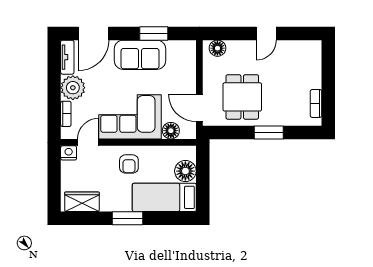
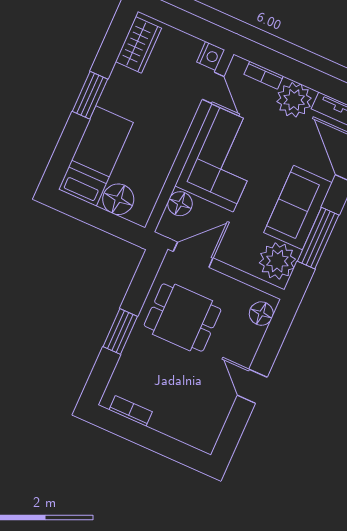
window: (154, 33) -> (318, 238), width x1.44
plant: (180, 53) -> (277, 261), added
armchair: (129, 164) -> (161, 129), removed

